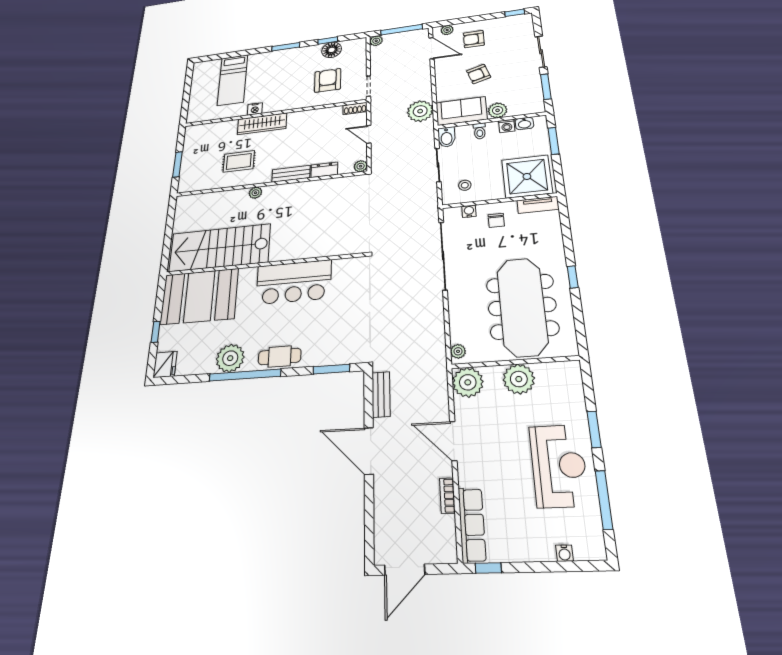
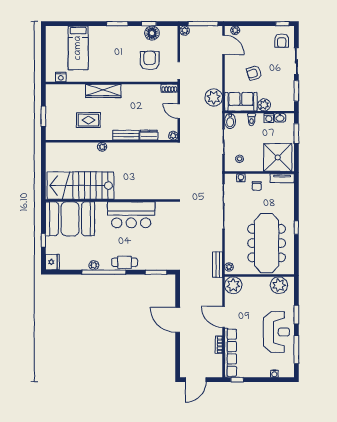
armchair: (474, 39) -> (282, 41), moved, turned -90
nightstand: (255, 109) -> (61, 77), moved
plant: (230, 358) -> (94, 265), width x0.53, depth x0.53
plant: (519, 379) -> (279, 285), moved
bench: (381, 394) -> (218, 265), moved
row of seats: (472, 525) -> (231, 353), width x1.36

